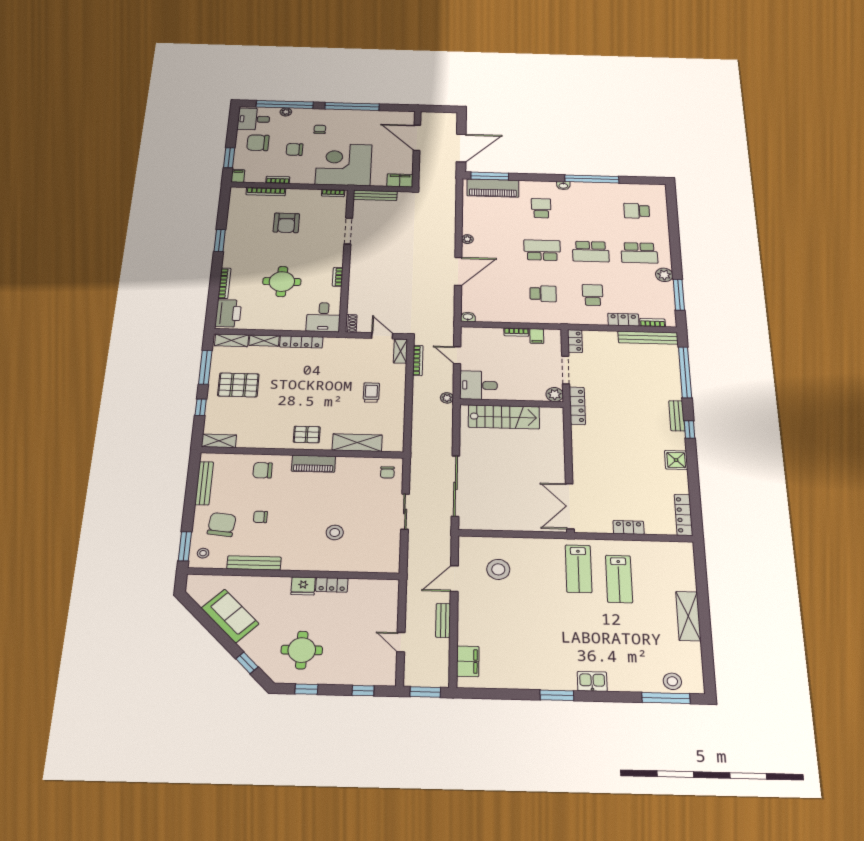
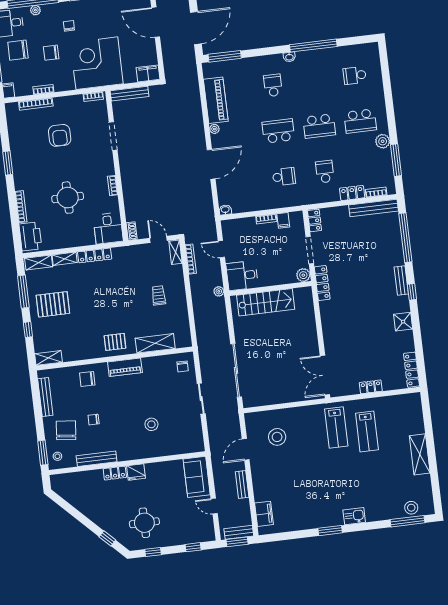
piano: (493, 188) -> (216, 100), moved, turned -90
locker: (332, 585) -> (115, 473), moved
sofa: (230, 616) -> (197, 477), moved, turned -135
bench: (429, 680) -> (239, 532), added

